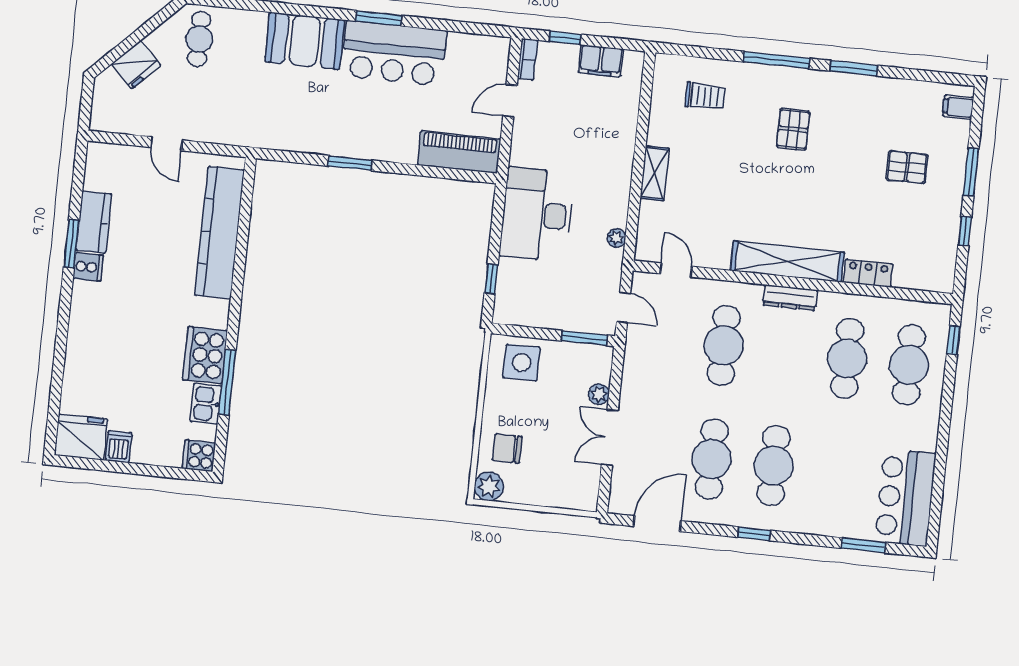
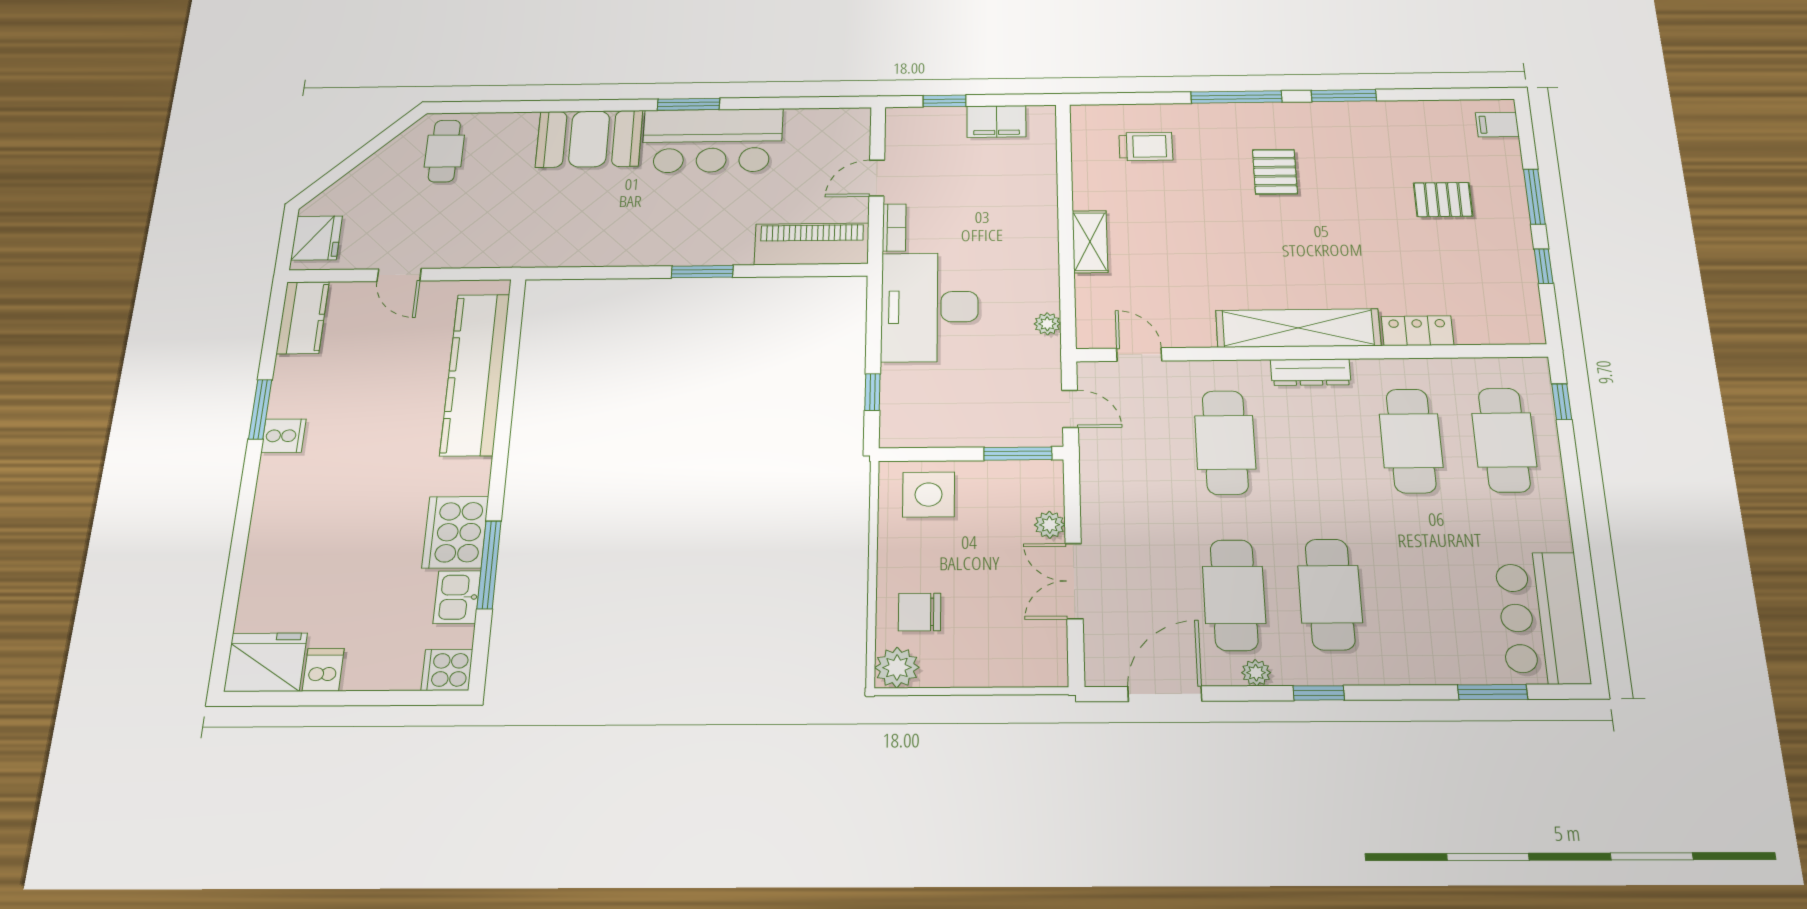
bookcase: (527, 59) -> (894, 228), moved
fridge: (136, 65) -> (317, 238), moved, turned -45
window: (350, 163) -> (702, 272), moved
kitchen counter: (94, 222) -> (303, 318), moved
plant: (717, 515) -> (1256, 673), added

